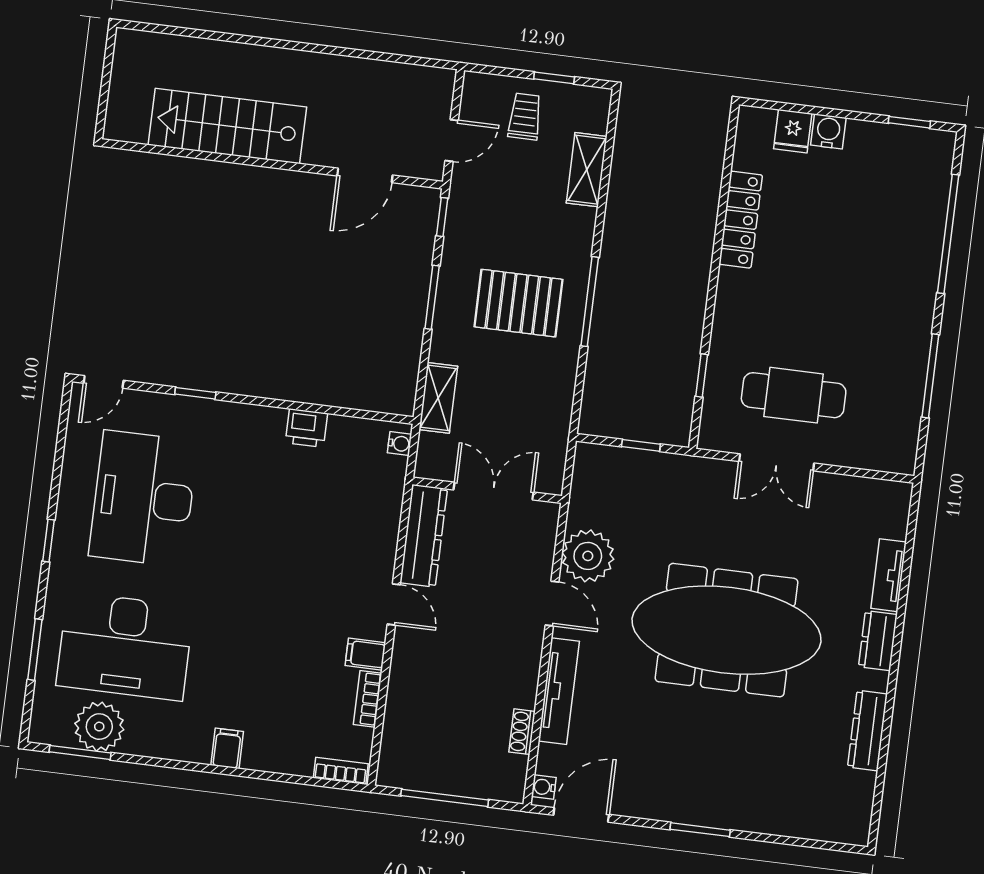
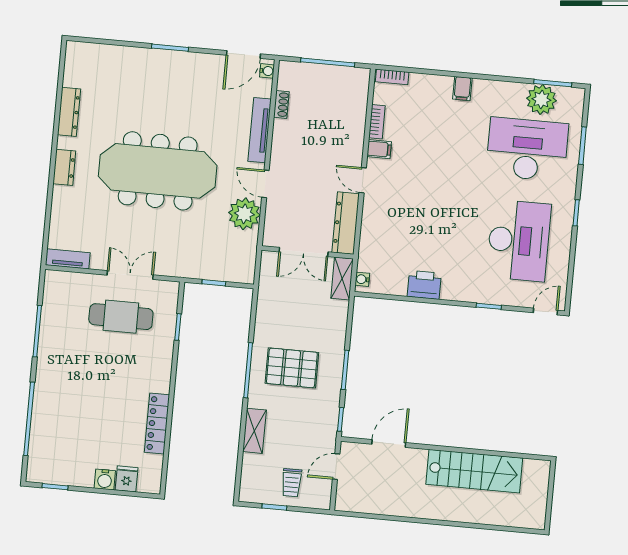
shelving: (587, 170) -> (254, 431), moved
shelving: (438, 398) -> (342, 278), moved
printer: (306, 428) -> (424, 285), width x1.36, depth x1.24
tv unit: (889, 575) -> (68, 259), moved, turned -90

